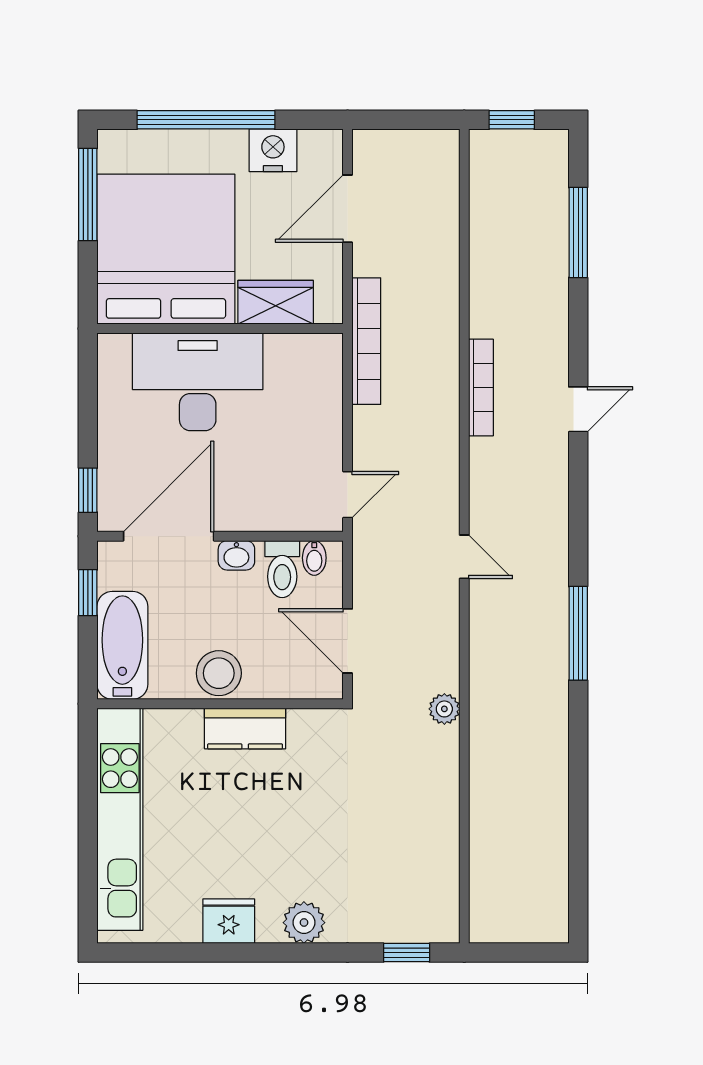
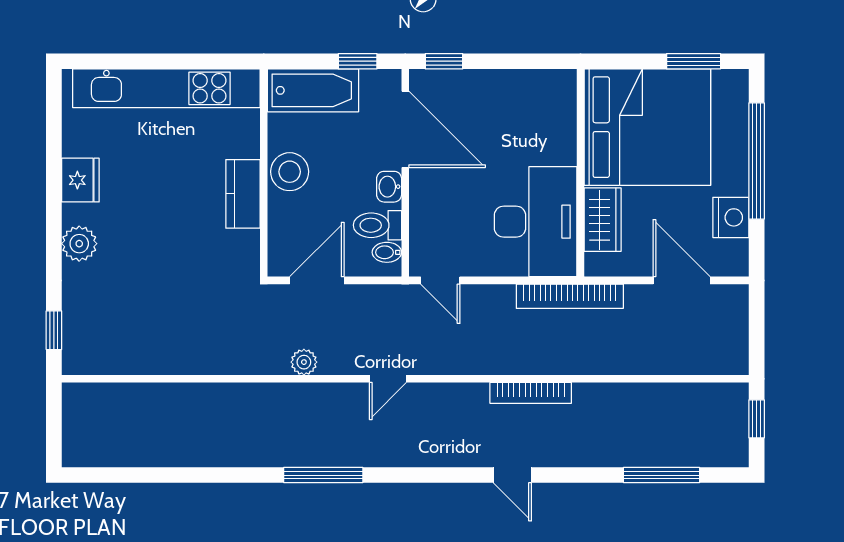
window: (88, 194) -> (694, 61), width x0.69
desk: (198, 382) -> (536, 222), moved
plant: (444, 709) -> (304, 362), moved

